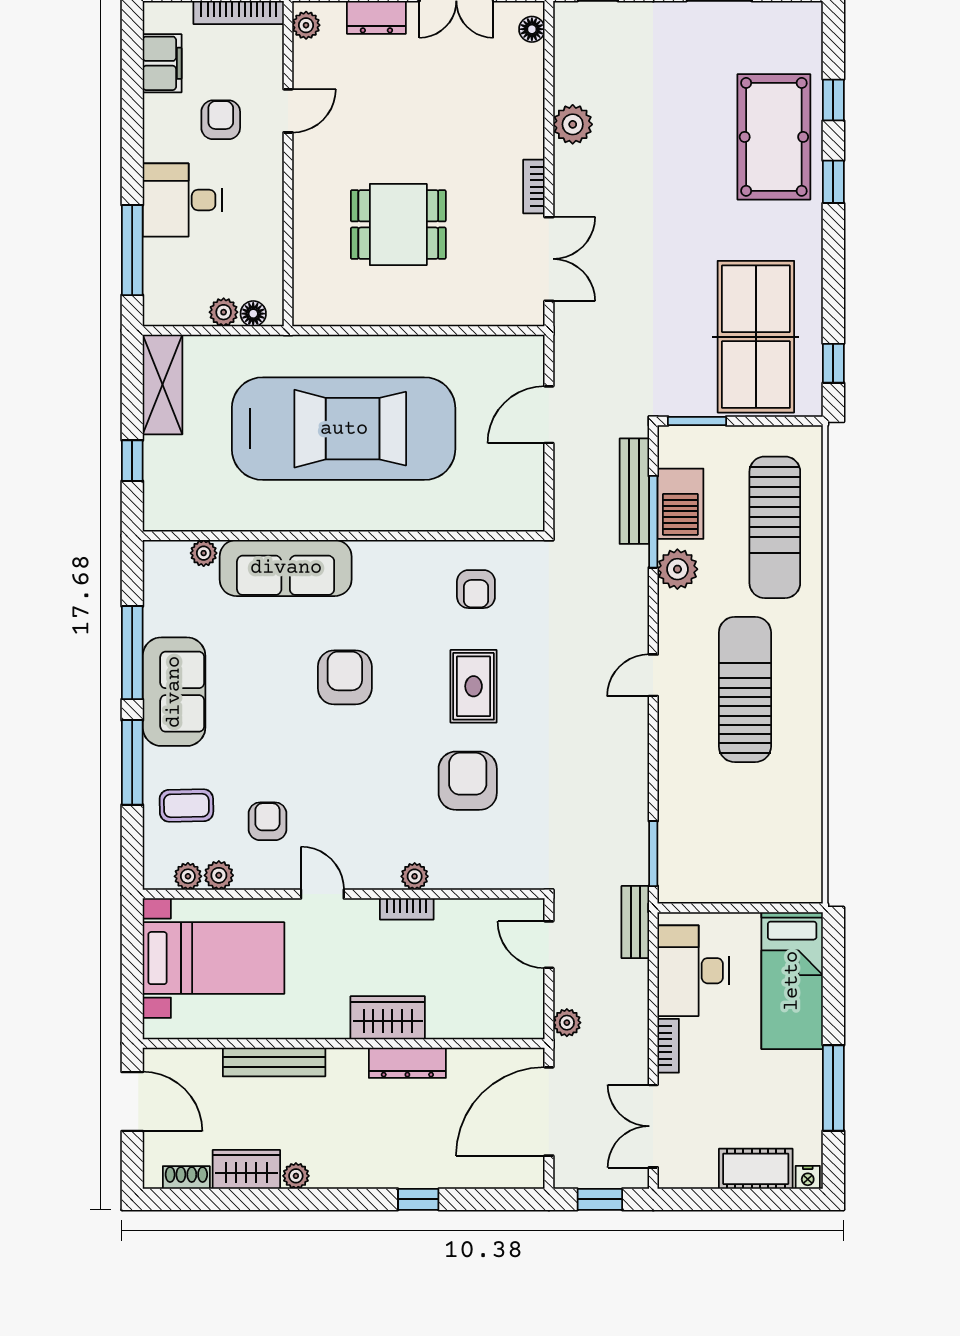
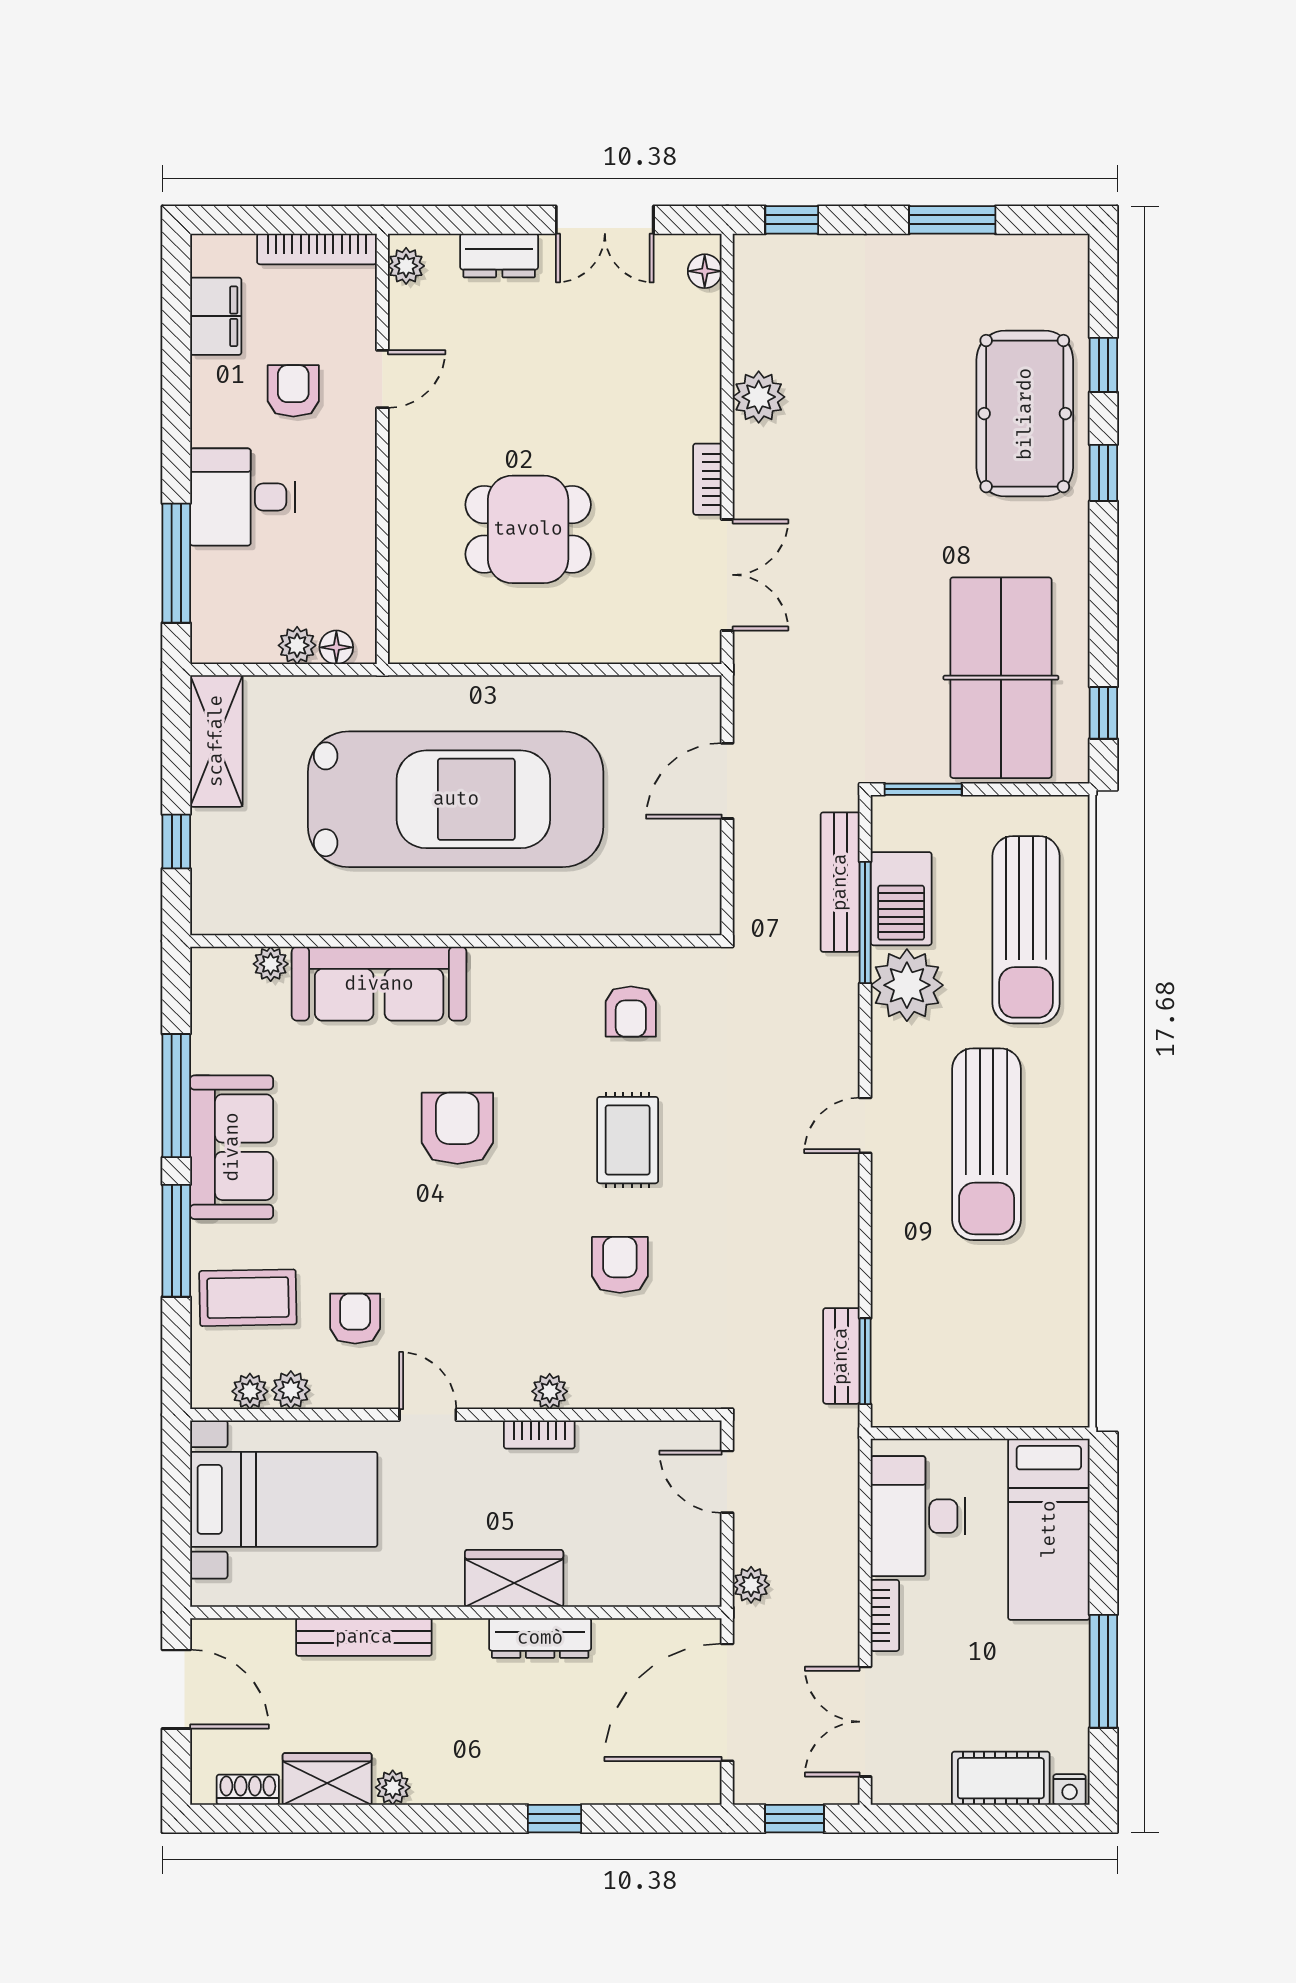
plant: (677, 569) -> (907, 985), width x1.36, depth x1.36
sun lounger: (745, 689) -> (987, 1144), turned 180
armchair: (468, 781) -> (620, 1265), width x0.72, depth x0.72
coffee table: (186, 806) -> (248, 1298), width x1.36, depth x1.30
bench: (635, 922) -> (841, 1356), moved

